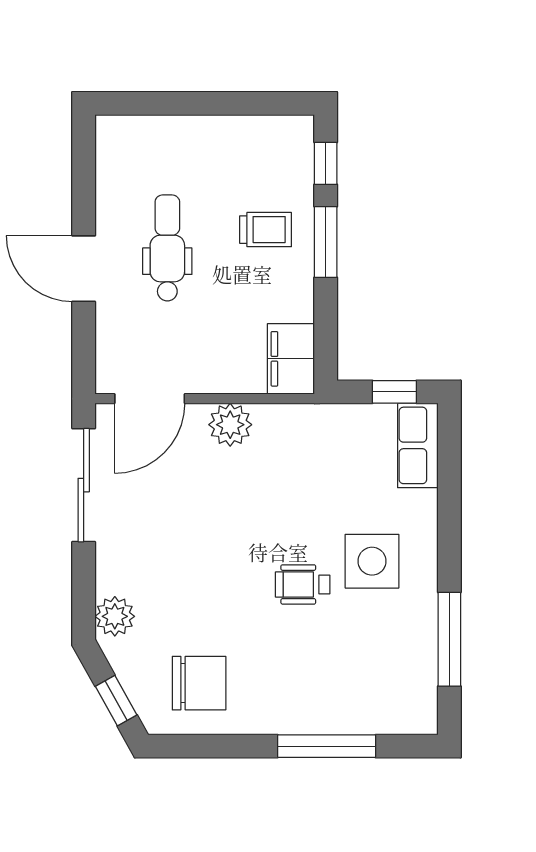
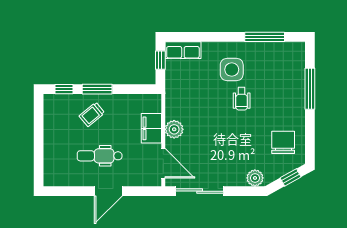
trolley: (266, 230) -> (92, 114), turned -130
filing cabinet: (291, 359) -> (151, 128), moved, turned 90

